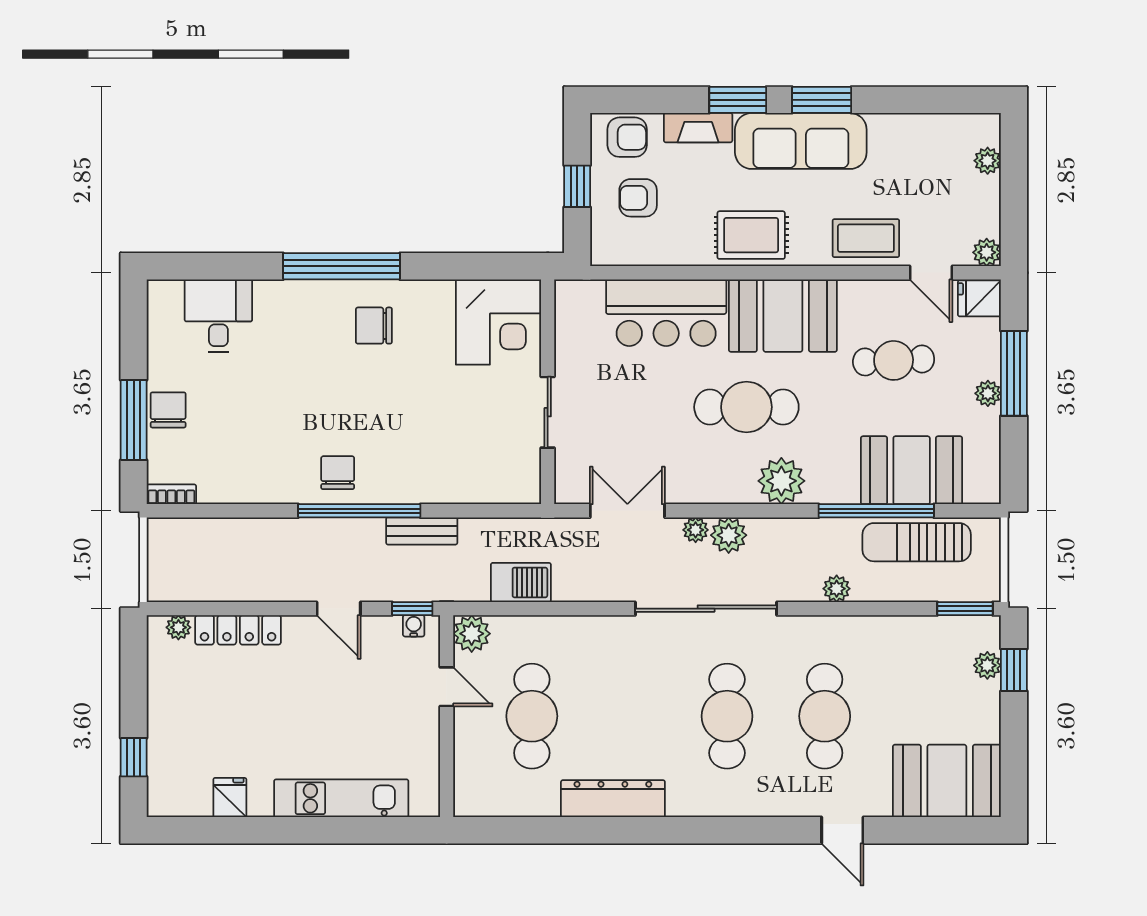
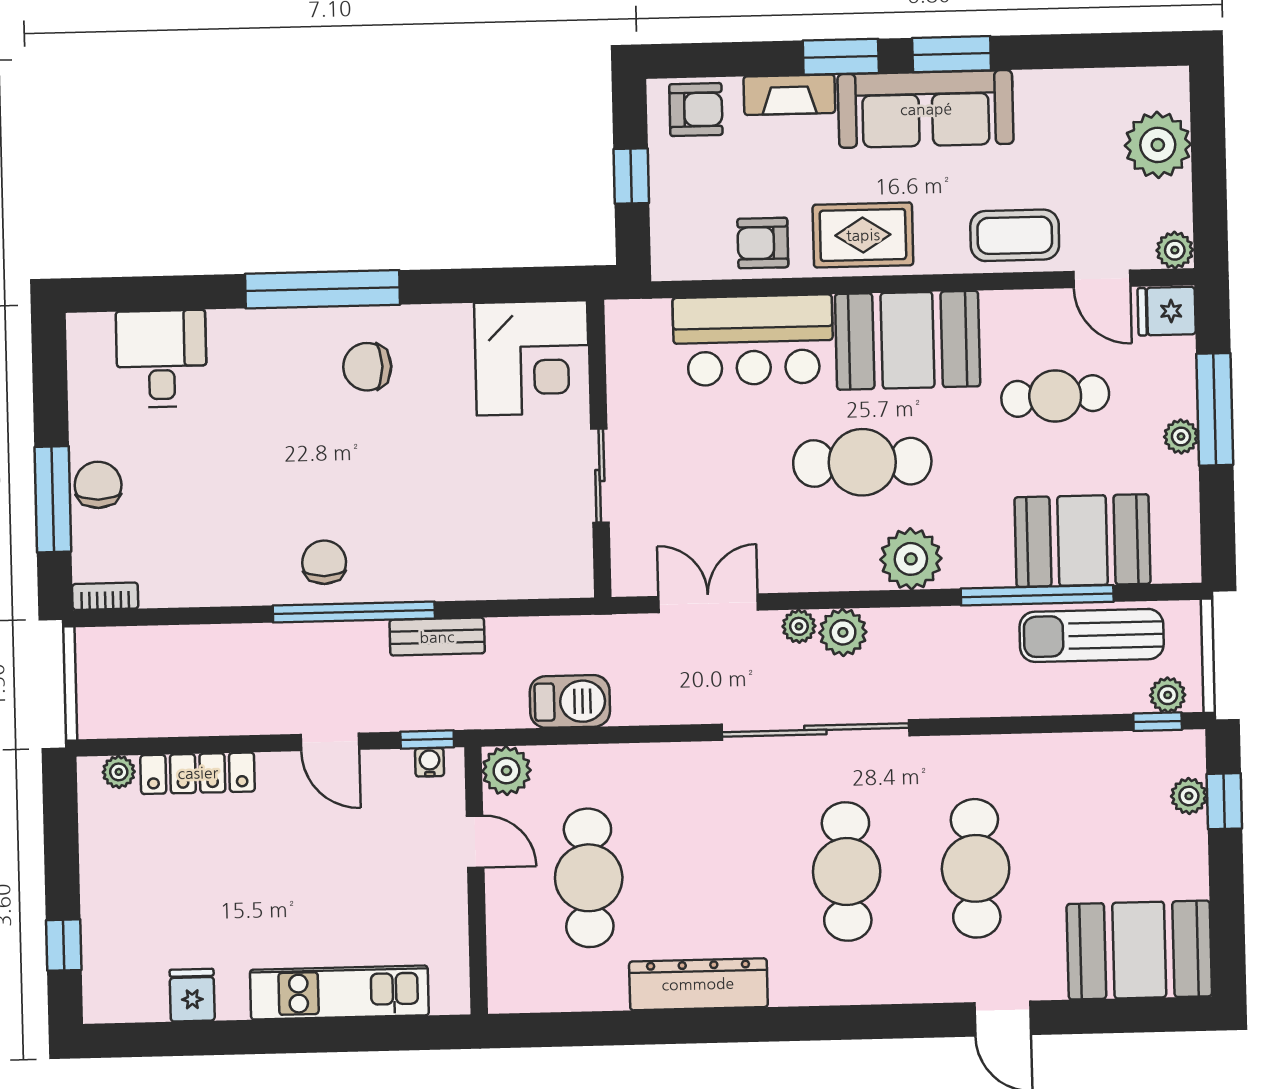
plant: (988, 161) -> (1158, 145), width x1.88, depth x1.88
armchair: (638, 198) -> (763, 243), moved
plant: (837, 589) -> (1168, 695), moved
window: (965, 609) -> (1158, 722), width x0.67

